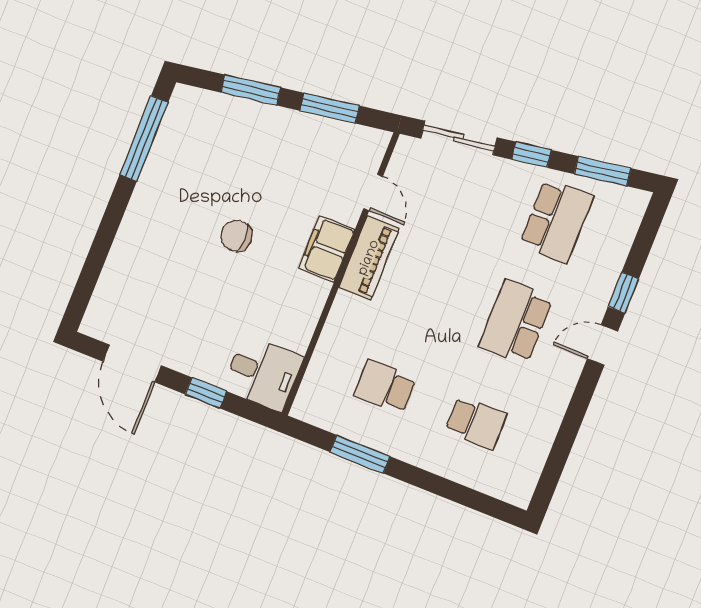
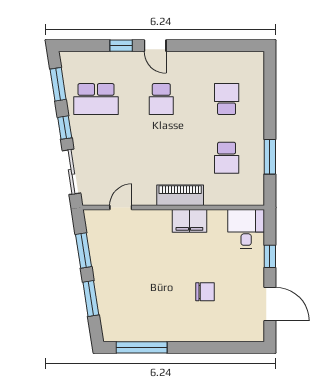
school desk: (556, 221) -> (96, 99), turned 180
chair: (236, 236) -> (205, 292), moved, turned -90
filing cabinet: (327, 249) -> (189, 221), moved
piano: (369, 258) -> (180, 195), moved
school desk: (516, 322) -> (161, 99), width x0.54
door: (132, 364) -> (270, 304), hinge flipped

